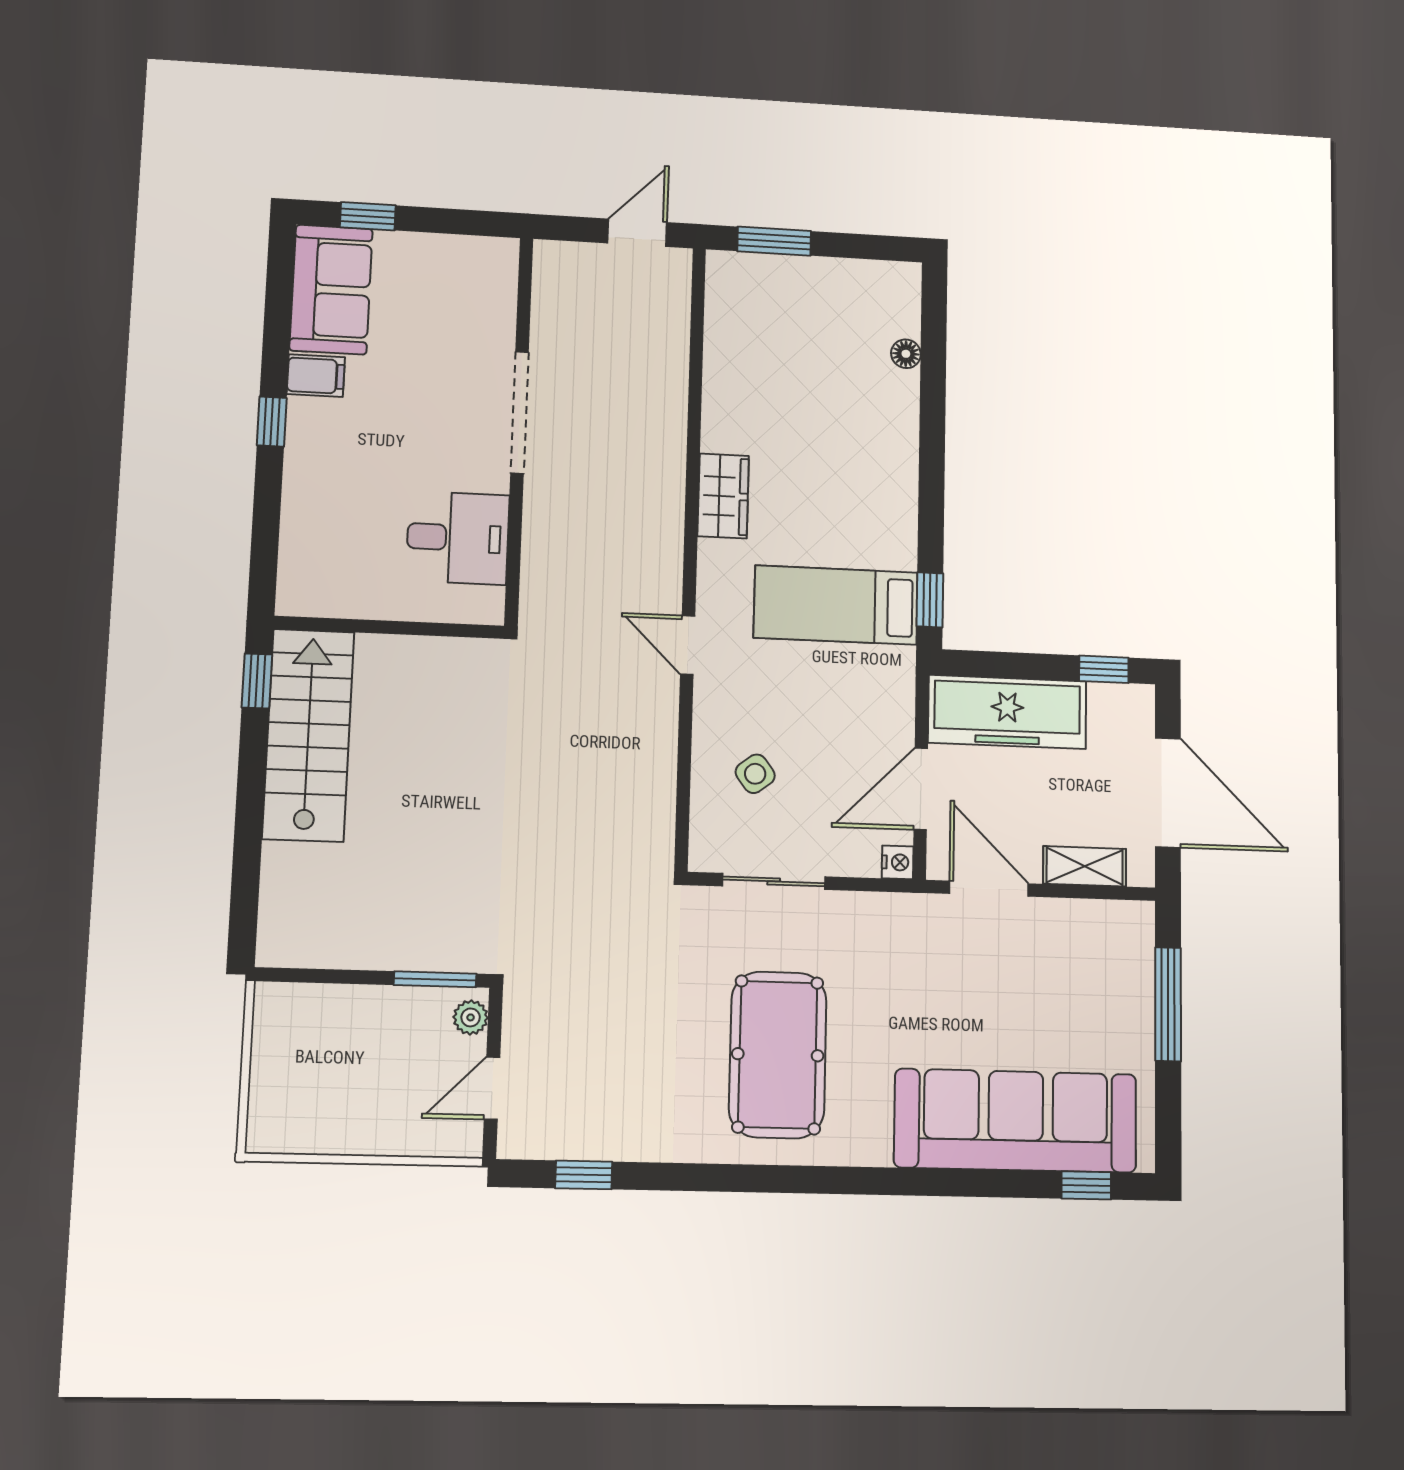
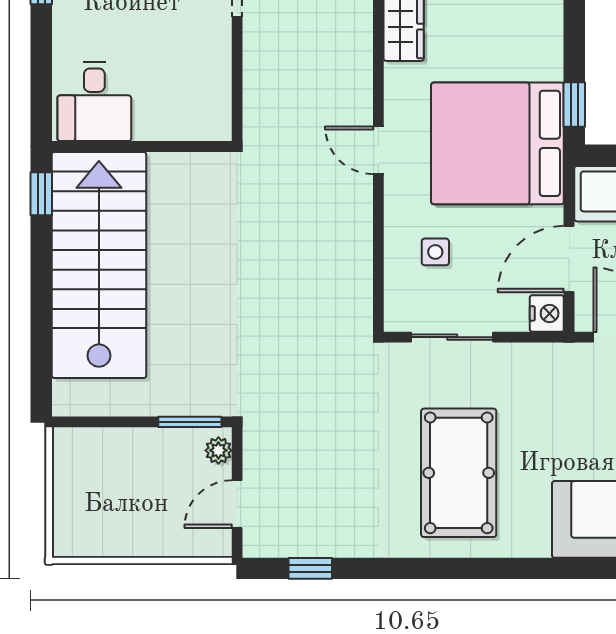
desk: (458, 538) -> (94, 102), moved, turned 90
bed: (836, 605) -> (497, 143), width x2.04
stairs: (308, 735) -> (99, 265), width x1.36, depth x1.51
side table: (755, 774) -> (435, 252), turned 37
nightstand: (898, 862) -> (547, 313), width x1.39, depth x1.35

